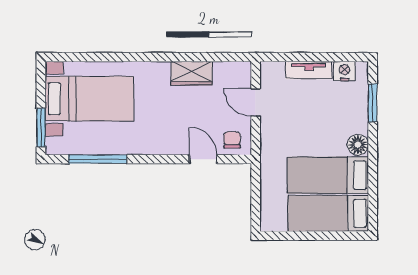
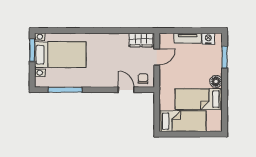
wardrobe: (192, 73) -> (141, 40), moved
door: (256, 102) -> (157, 57), swing flipped
window: (41, 128) -> (32, 50), moved
bed: (328, 213) -> (183, 121), moved, turned 180

